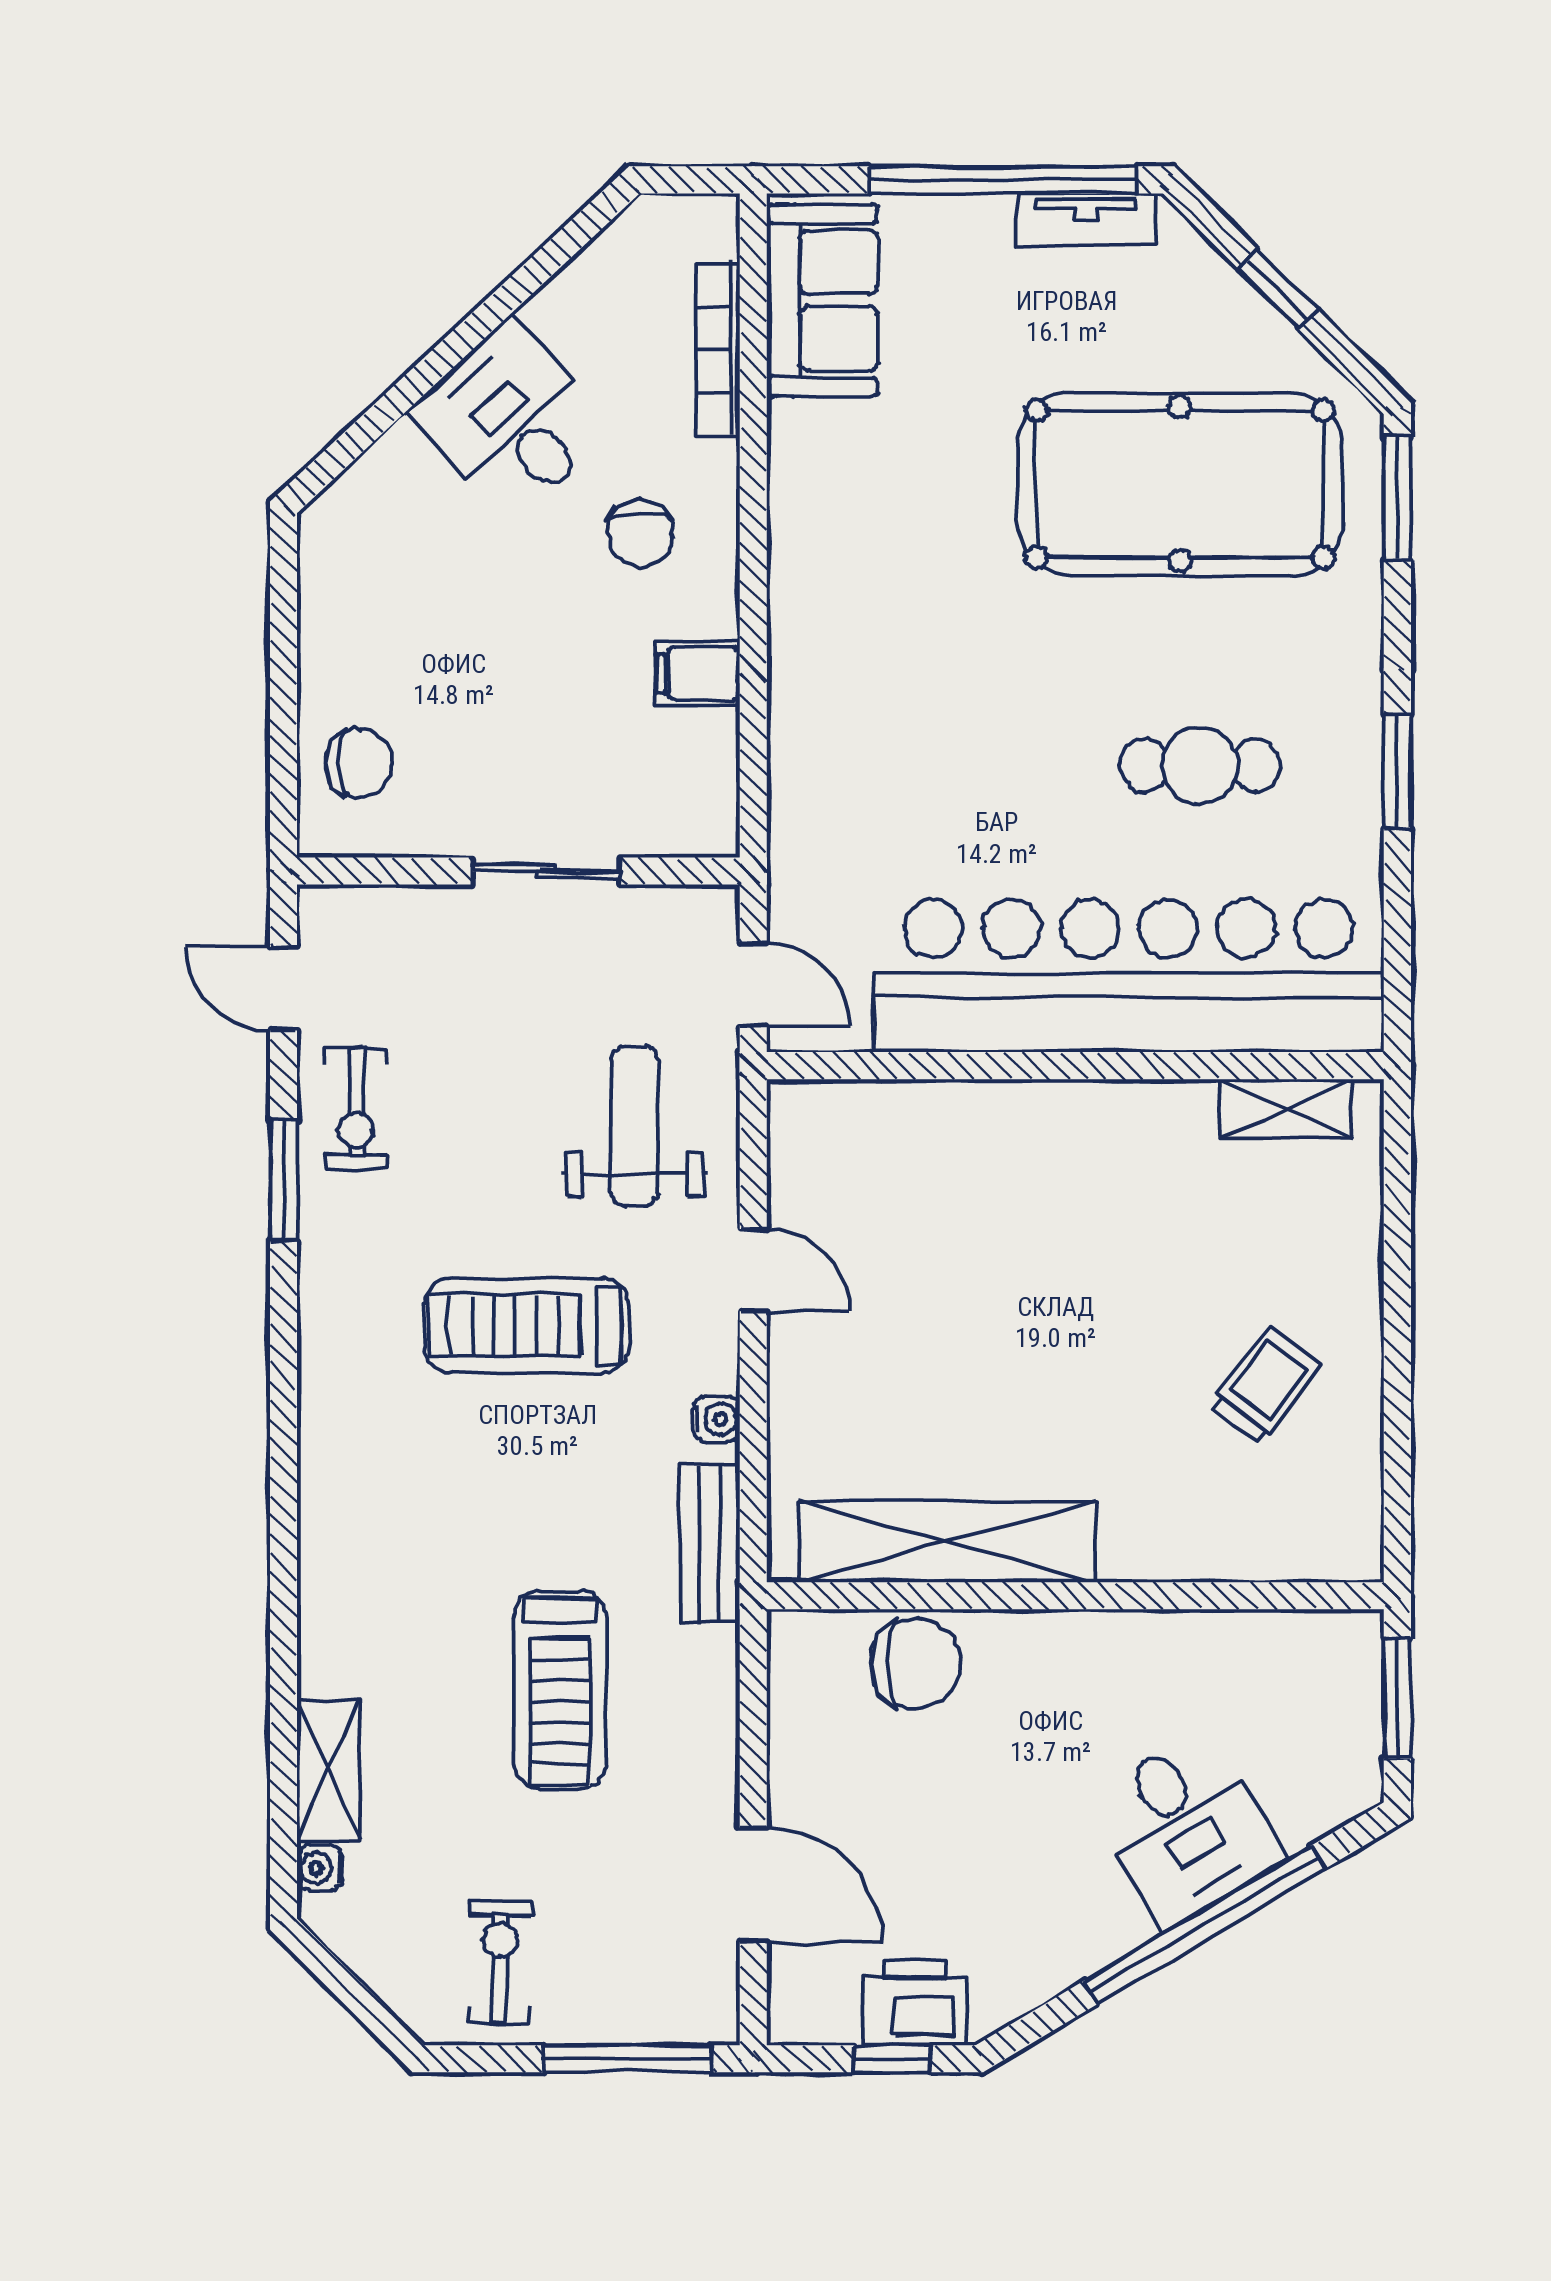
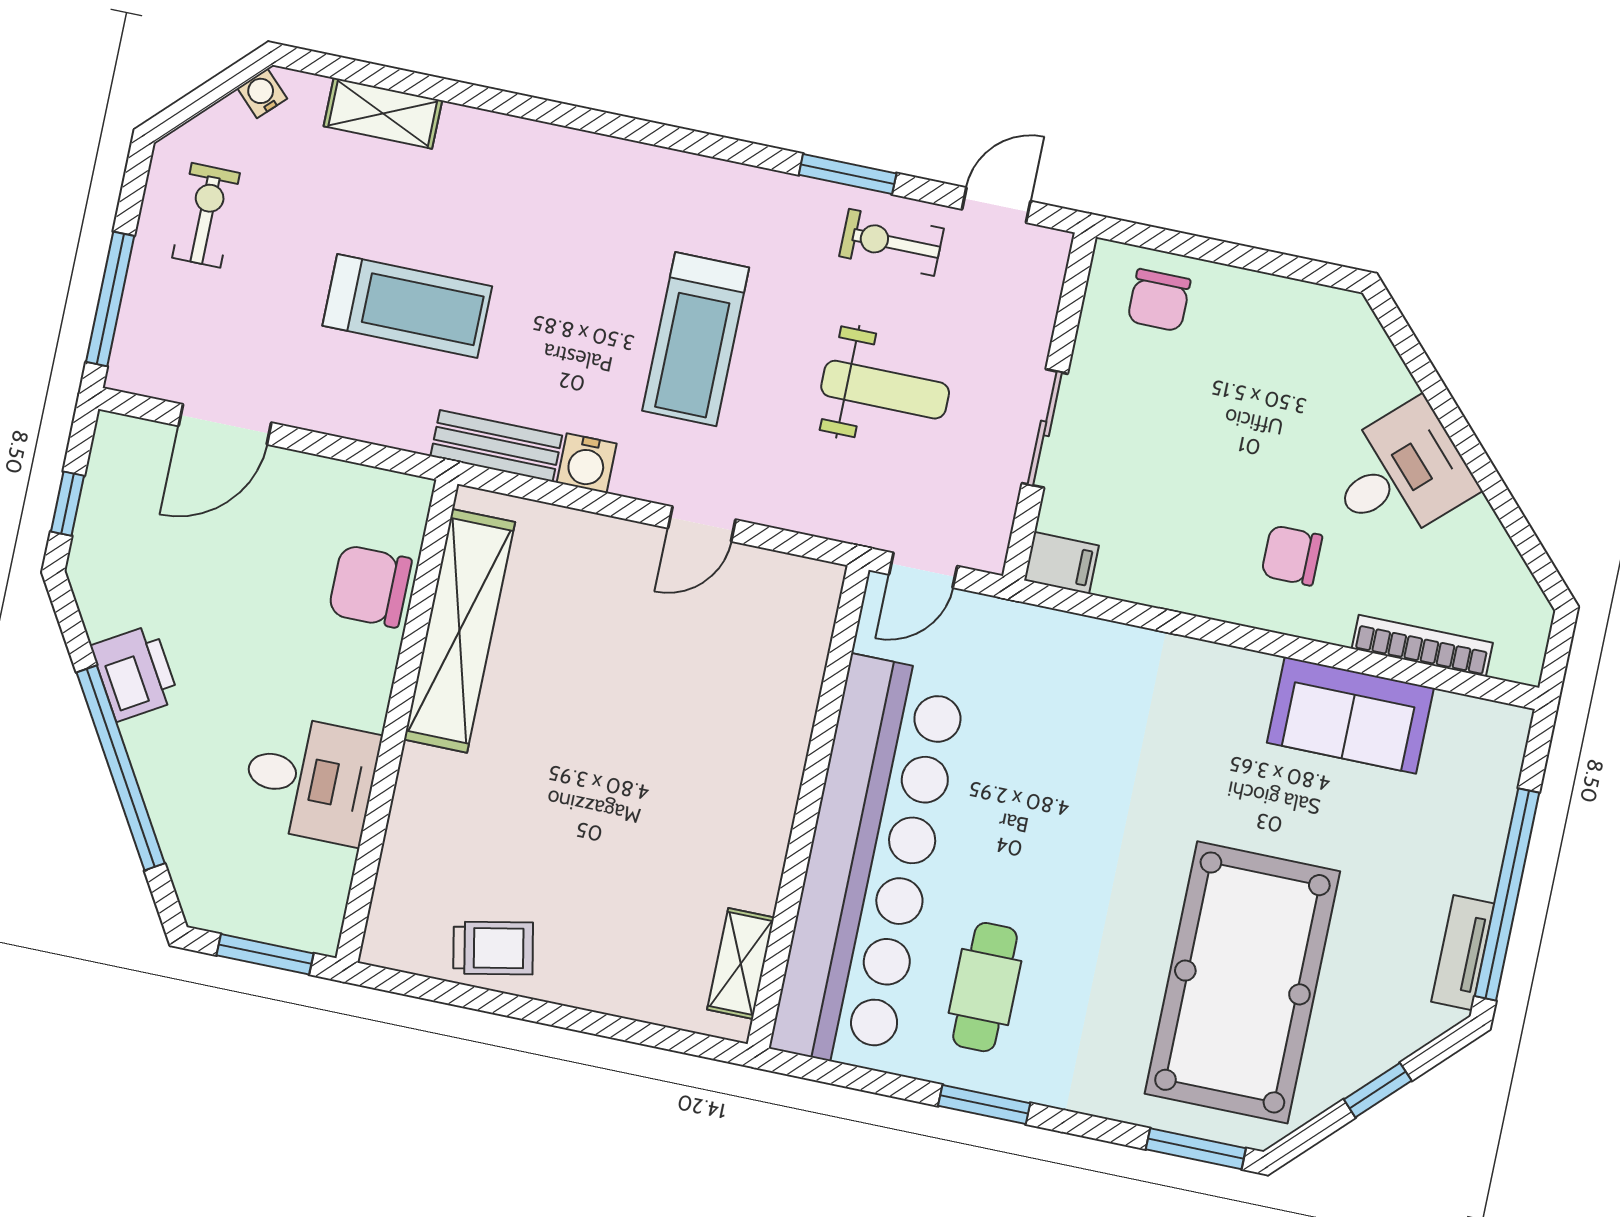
sofa: (822, 300) -> (1350, 715), moved
filing cabinet: (698, 673) -> (1061, 563), moved, turned 90
cafe table: (1200, 765) -> (985, 987), moved
weight bench: (634, 1126) -> (885, 390), moved
treadmill: (526, 1325) -> (696, 339), turned 180
trolley: (1265, 1385) -> (493, 948), moved, turned -49
water cooler: (717, 1419) -> (587, 463), width x1.38, depth x1.38
chair: (916, 1664) -> (370, 586), turned 90
treadmill: (560, 1690) -> (407, 306), turned 180
desk: (1186, 1828) -> (310, 779), moved, turned -149
water cooler: (320, 1868) -> (262, 93), moved, turned -45
exercise bike: (500, 1962) -> (206, 215), turned -91
printer: (915, 2003) -> (135, 673), moved, turned -31

